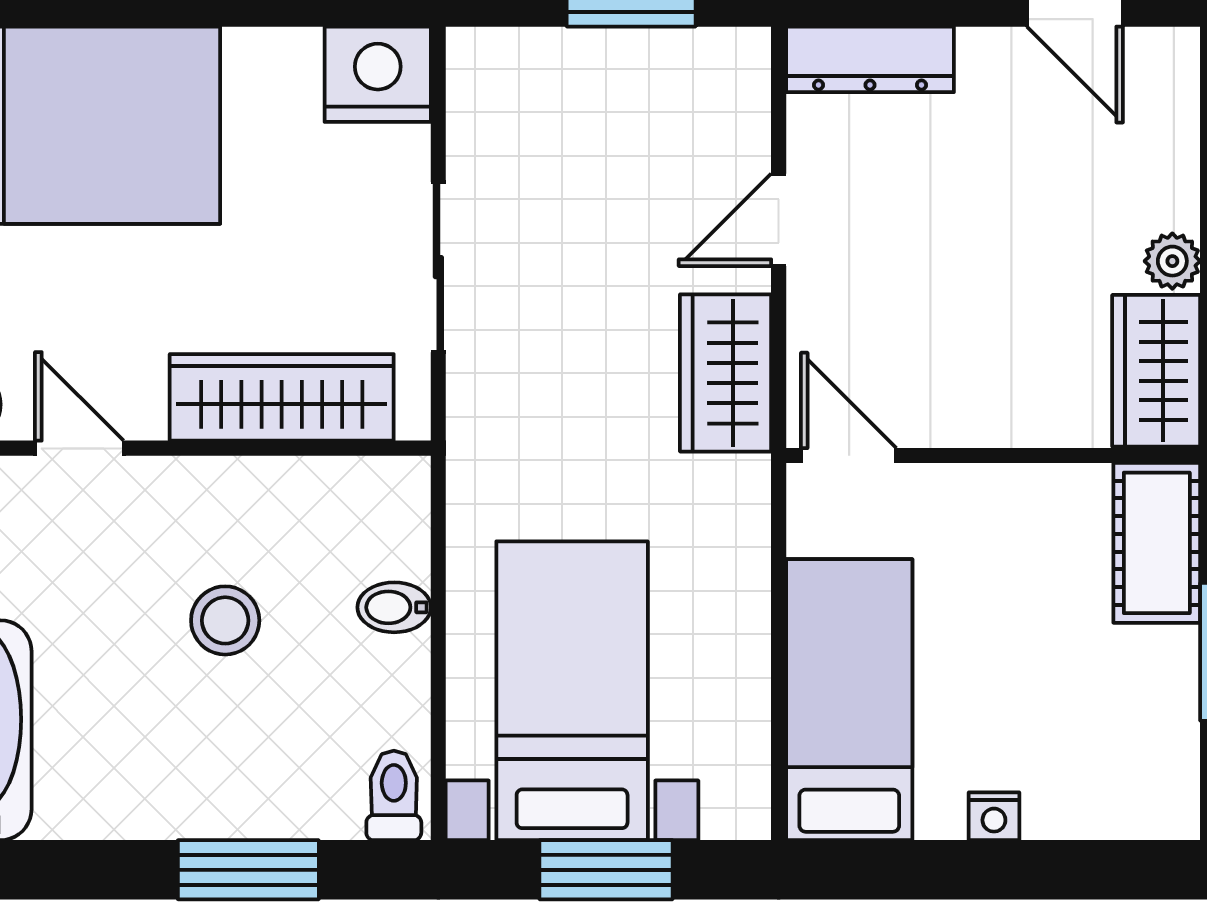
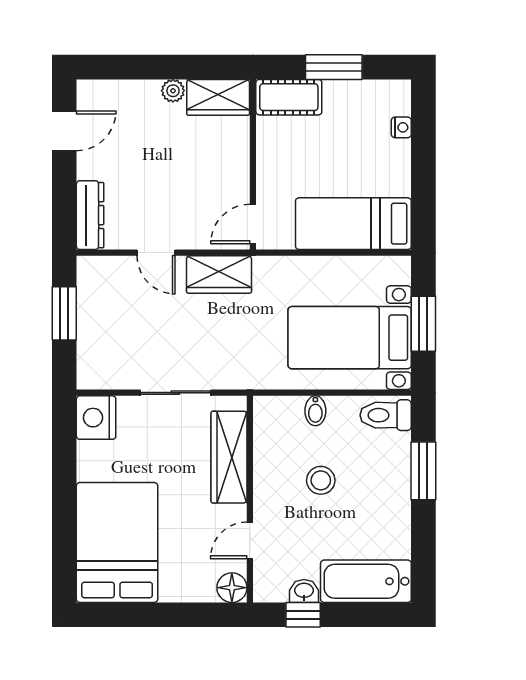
toilet: (394, 795) -> (386, 415), width x1.37, depth x1.39
nightstand: (994, 816) -> (401, 127), moved

